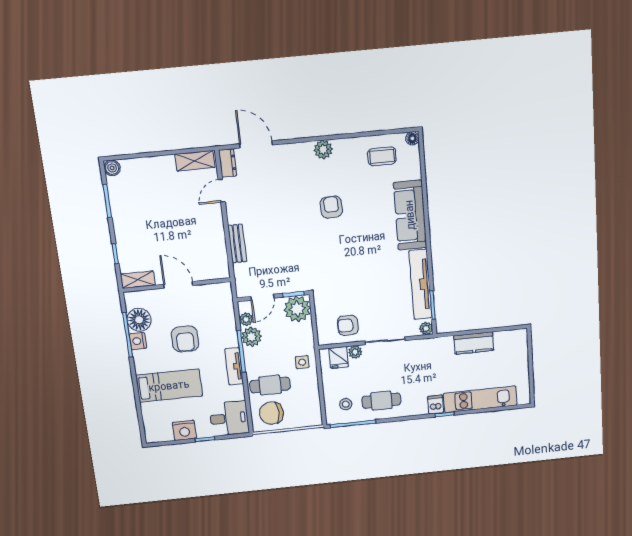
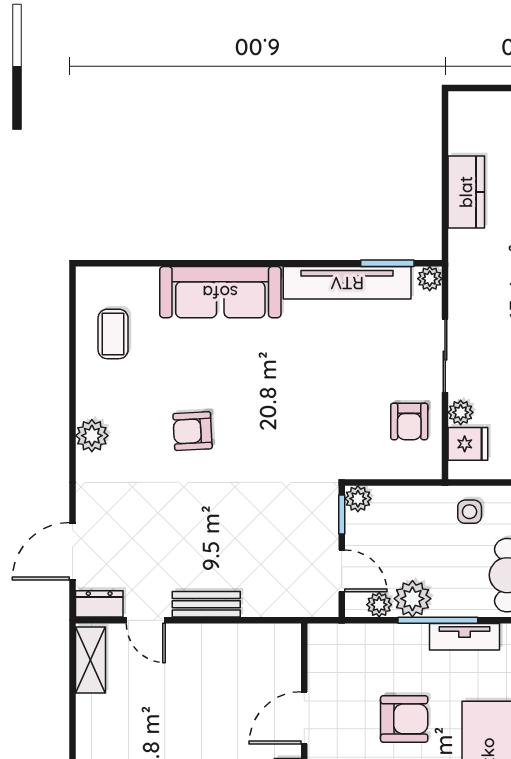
floor lamp: (412, 138) -> (87, 278), removed
bench: (237, 244) -> (206, 604), moved
plant: (297, 309) -> (358, 499), width x0.53, depth x0.53

